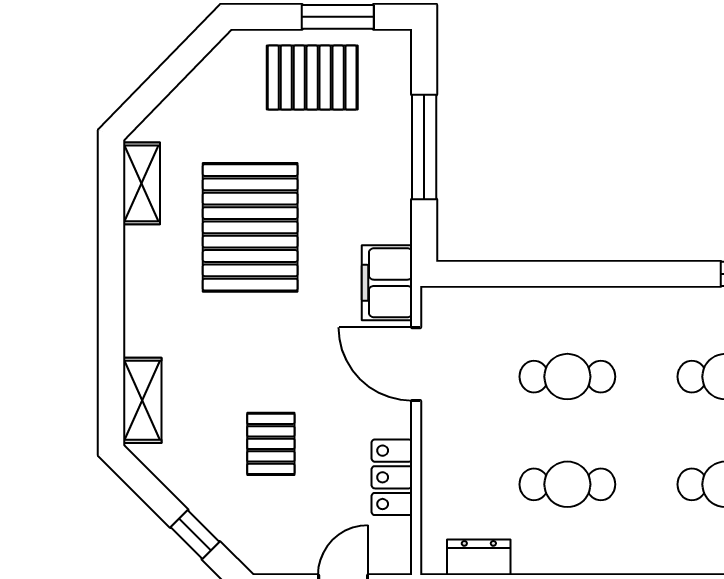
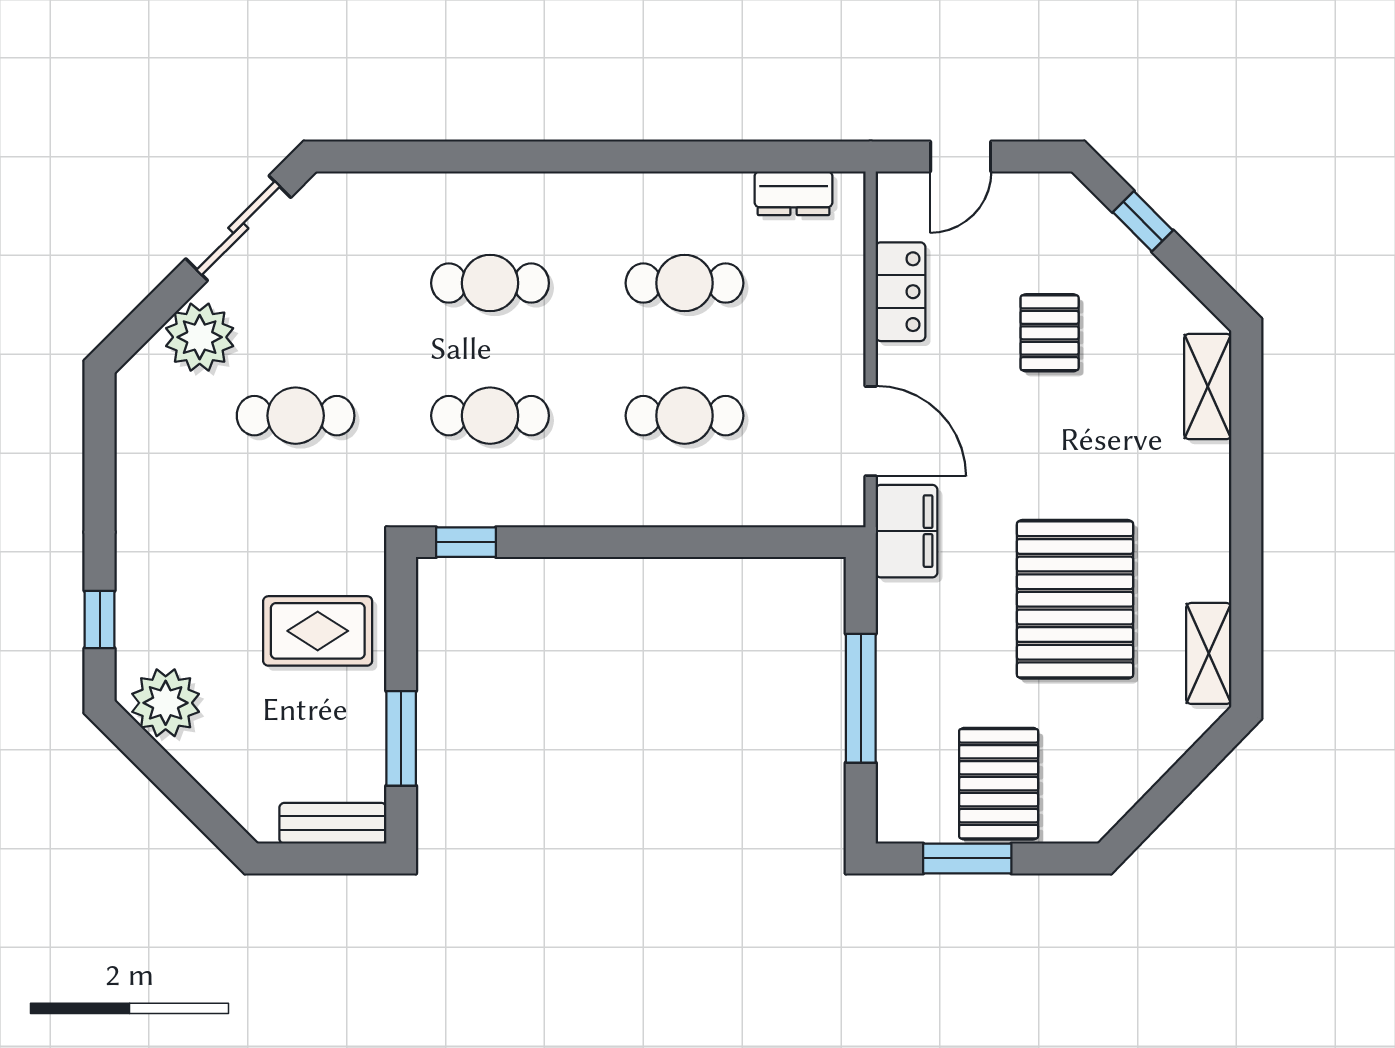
pallet: (312, 78) -> (999, 784), turned 90

